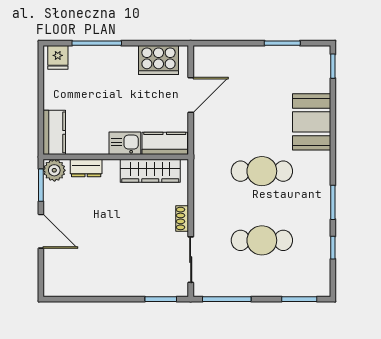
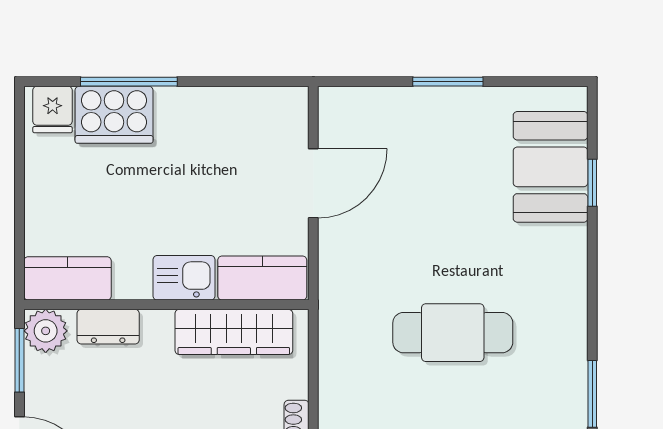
window: (282, 43) -> (448, 82), moved
cooker: (159, 60) -> (114, 115), moved
window: (333, 66) -> (592, 183), moved
booth: (312, 122) -> (551, 167), moved
kitchen counter: (54, 132) -> (68, 278), moved, turned -90

